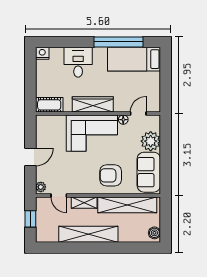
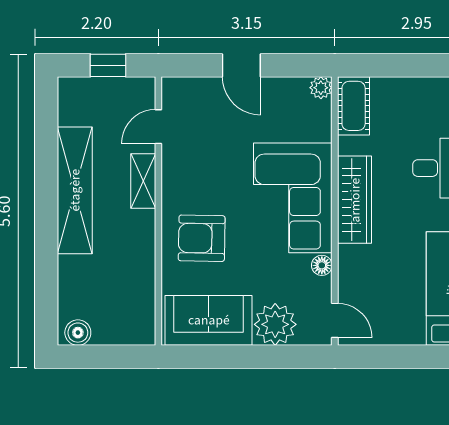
door: (138, 114) -> (335, 320), moved
armchair: (111, 175) -> (202, 238), turned -89
plant: (41, 187) -> (321, 88), moved
shelving: (127, 205) -> (138, 274), removed

